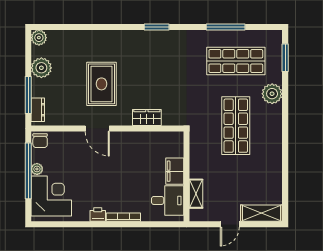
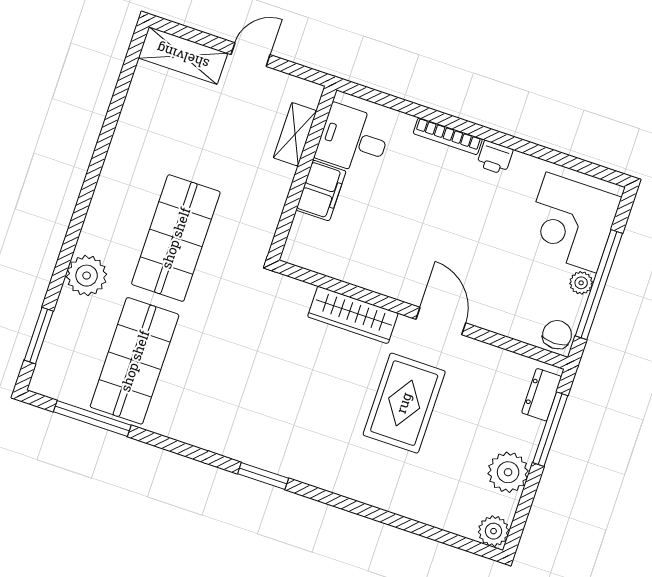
window: (226, 27) -> (92, 418), moved
shop shelf: (236, 61) -> (135, 361), turned 90
wardrobe: (147, 117) -> (353, 315), width x1.50

